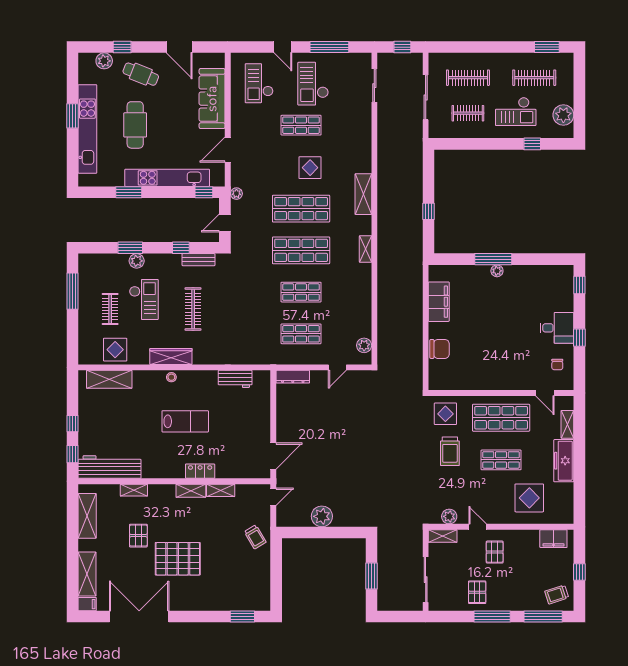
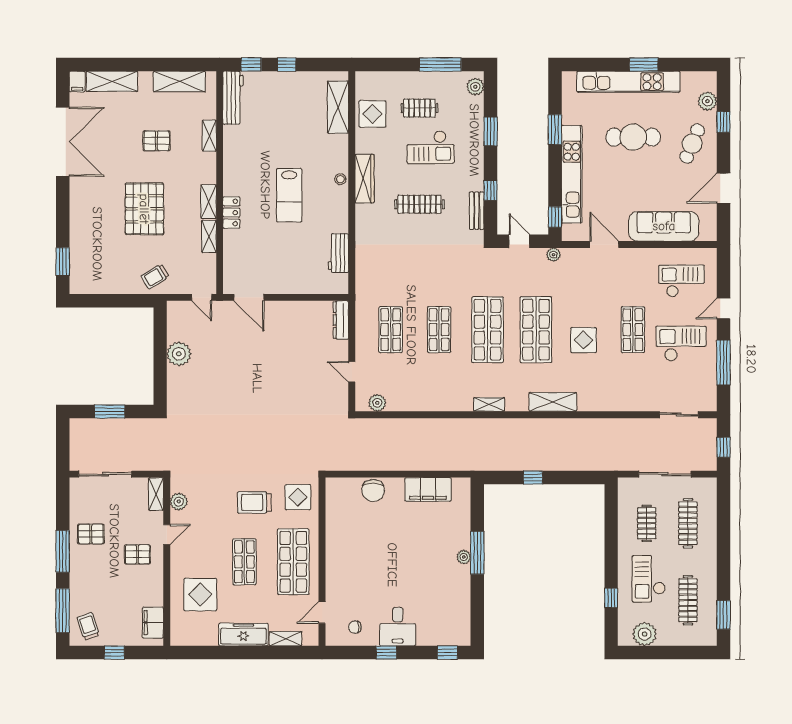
plant: (137, 261) -> (475, 87), moved
workbench: (110, 467) -> (233, 98), width x0.73, depth x0.76
pallet: (178, 559) -> (144, 209), moved

